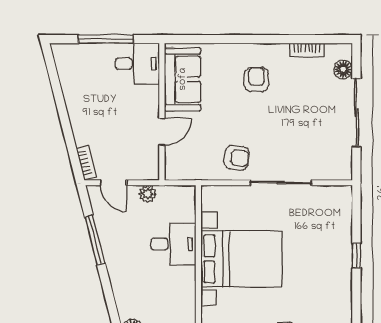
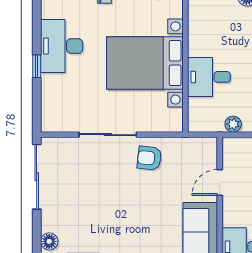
armchair: (256, 80) -> (131, 232), removed
sliding door: (356, 113) -> (37, 177), moved
desk: (330, 277) -> (62, 46), added

